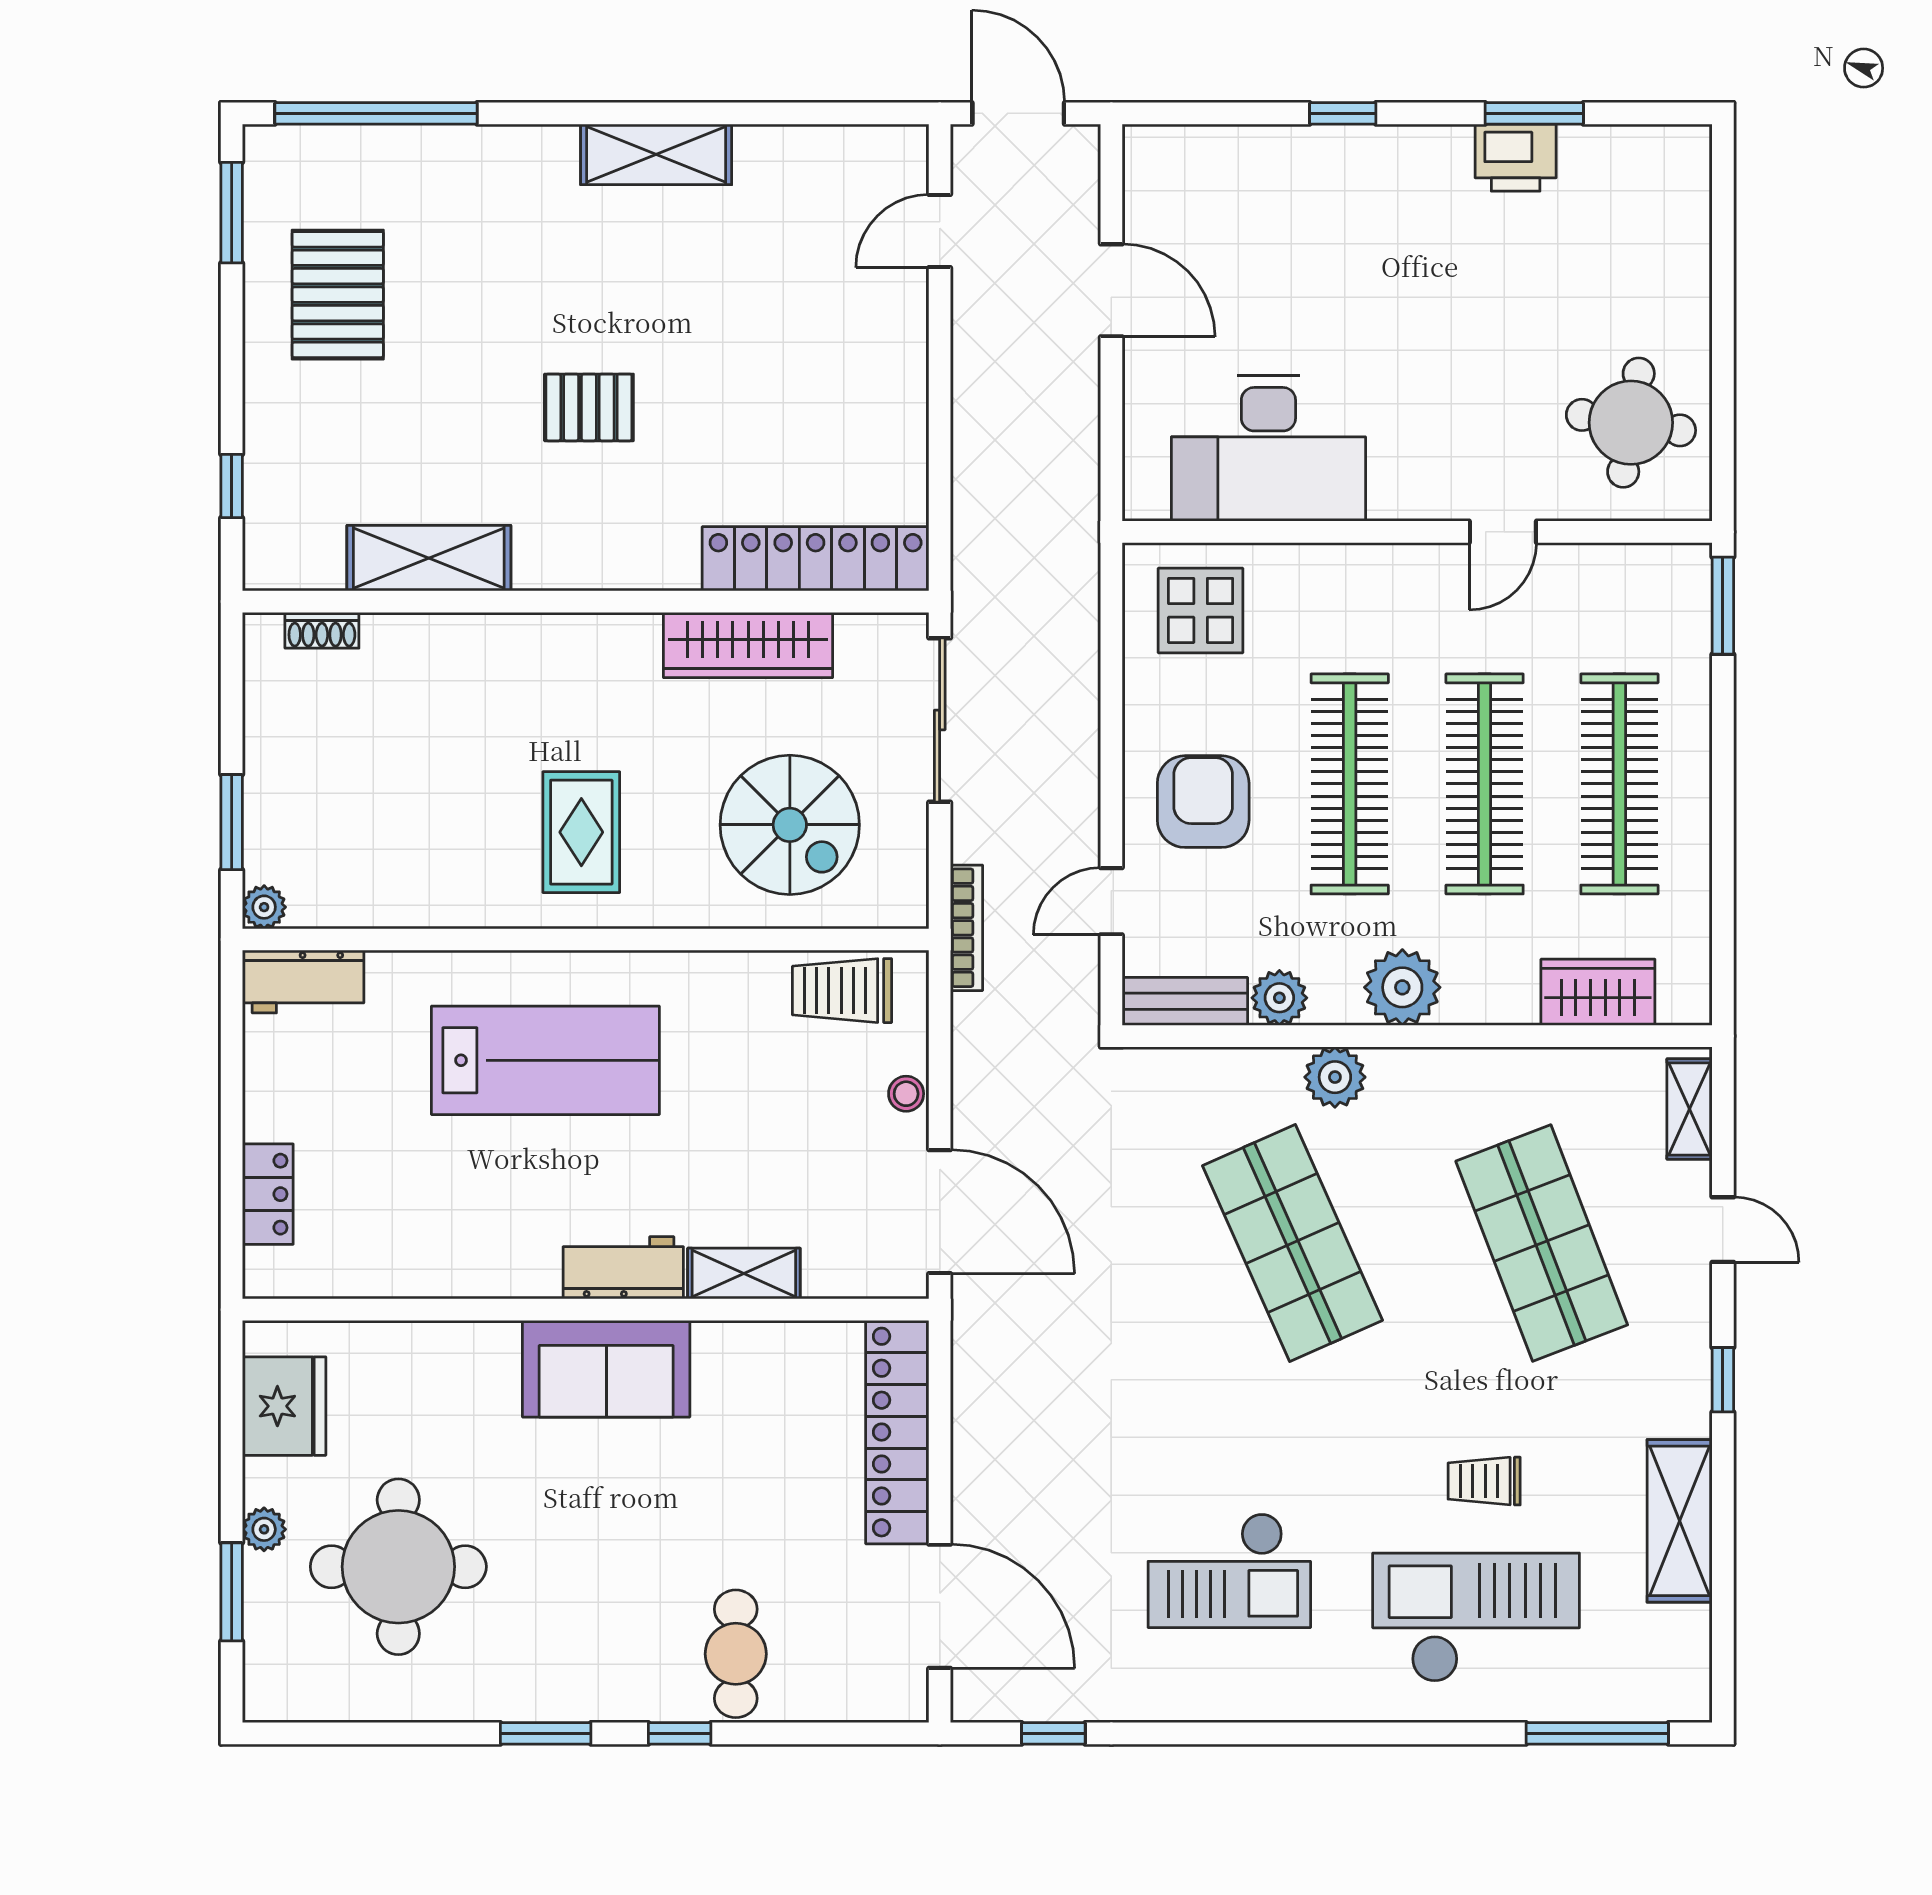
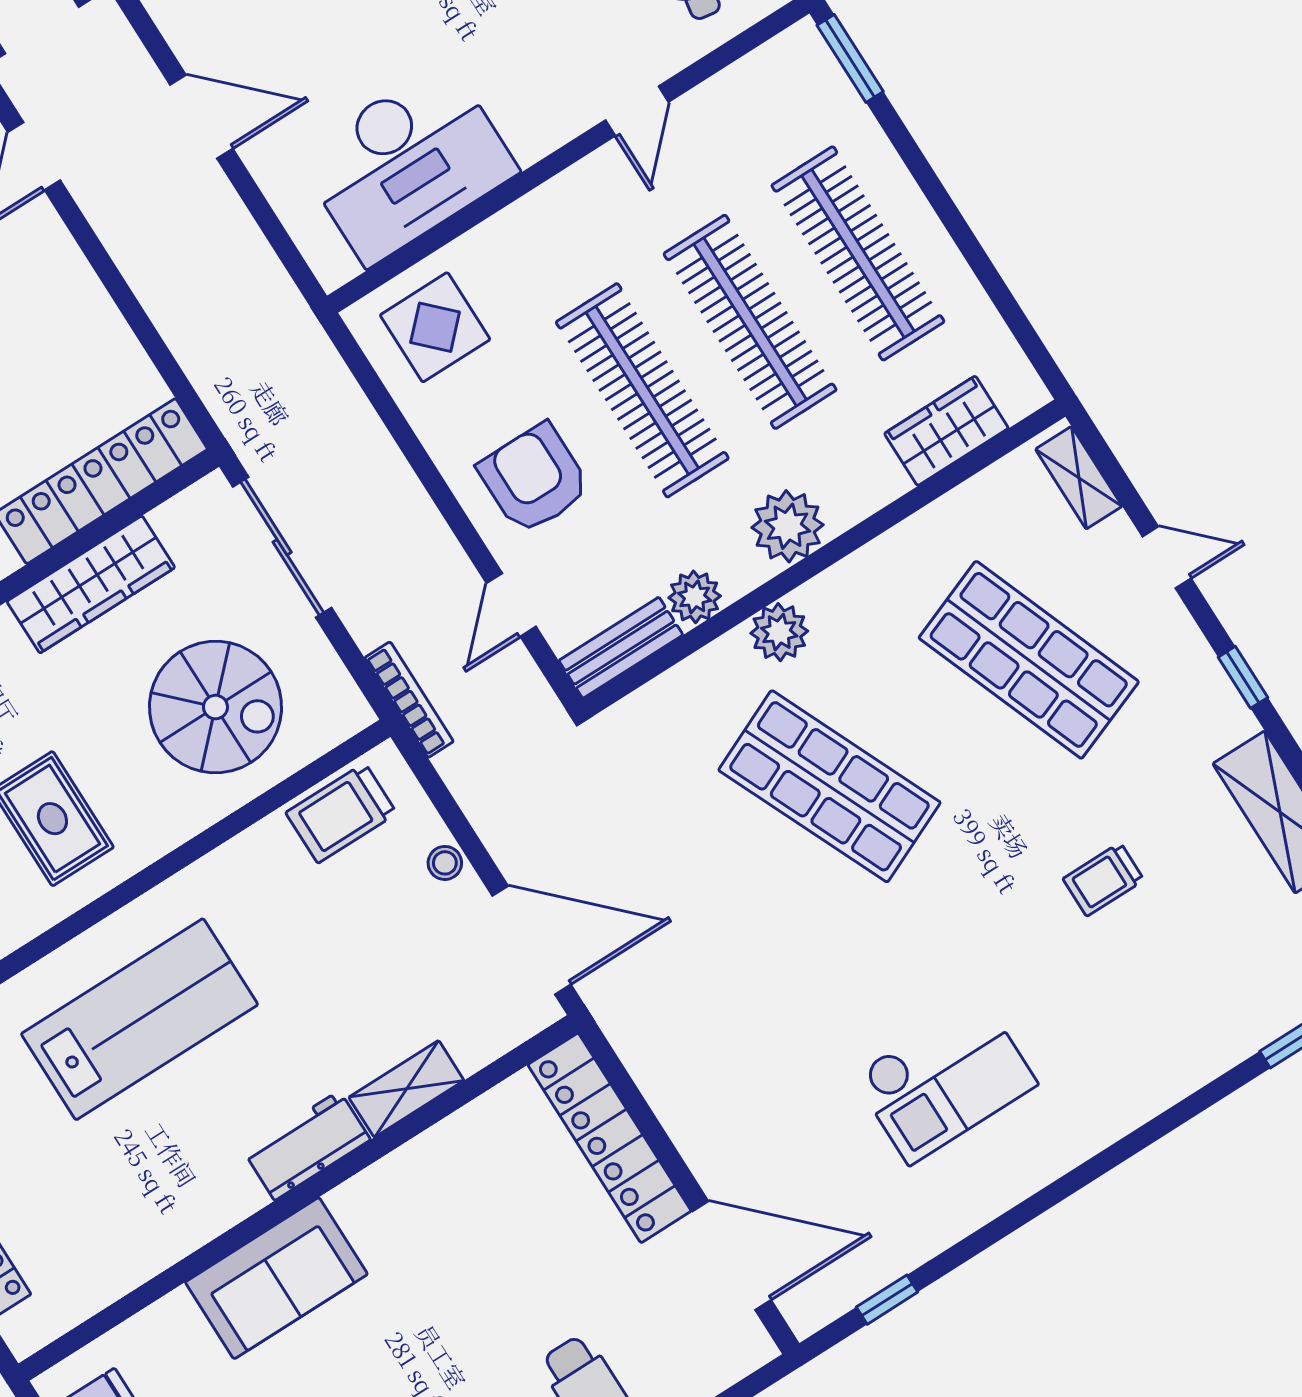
sofa: (606, 1369) -> (276, 1278), moved
checkout: (1476, 1618) -> (1166, 993), removed

